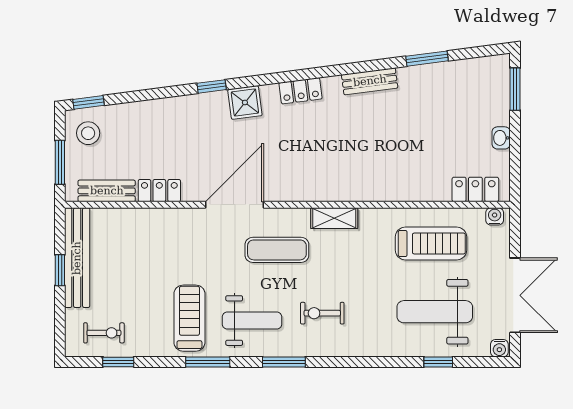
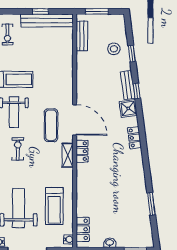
bench: (370, 81) -> (128, 85), moved
window: (89, 102) -> (132, 54), moved
stool: (88, 133) -> (114, 49), moved
locker: (159, 191) -> (82, 151), moved
door: (235, 205) -> (75, 120), moved

